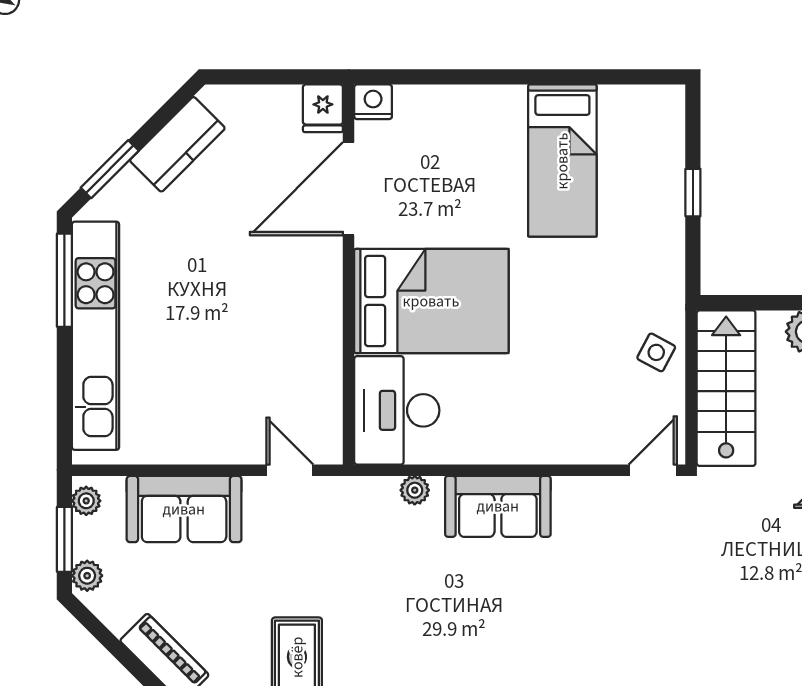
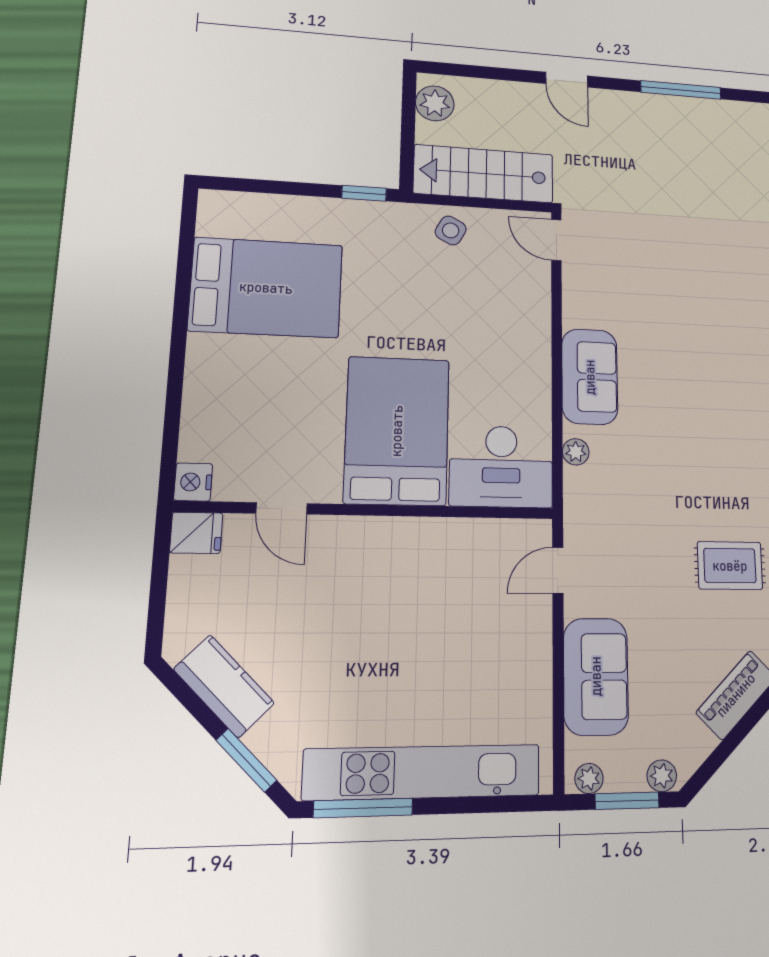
bed: (562, 161) -> (266, 288), width x1.50
door: (349, 189) -> (282, 508), width x0.53
window: (693, 193) -> (364, 193), moved

